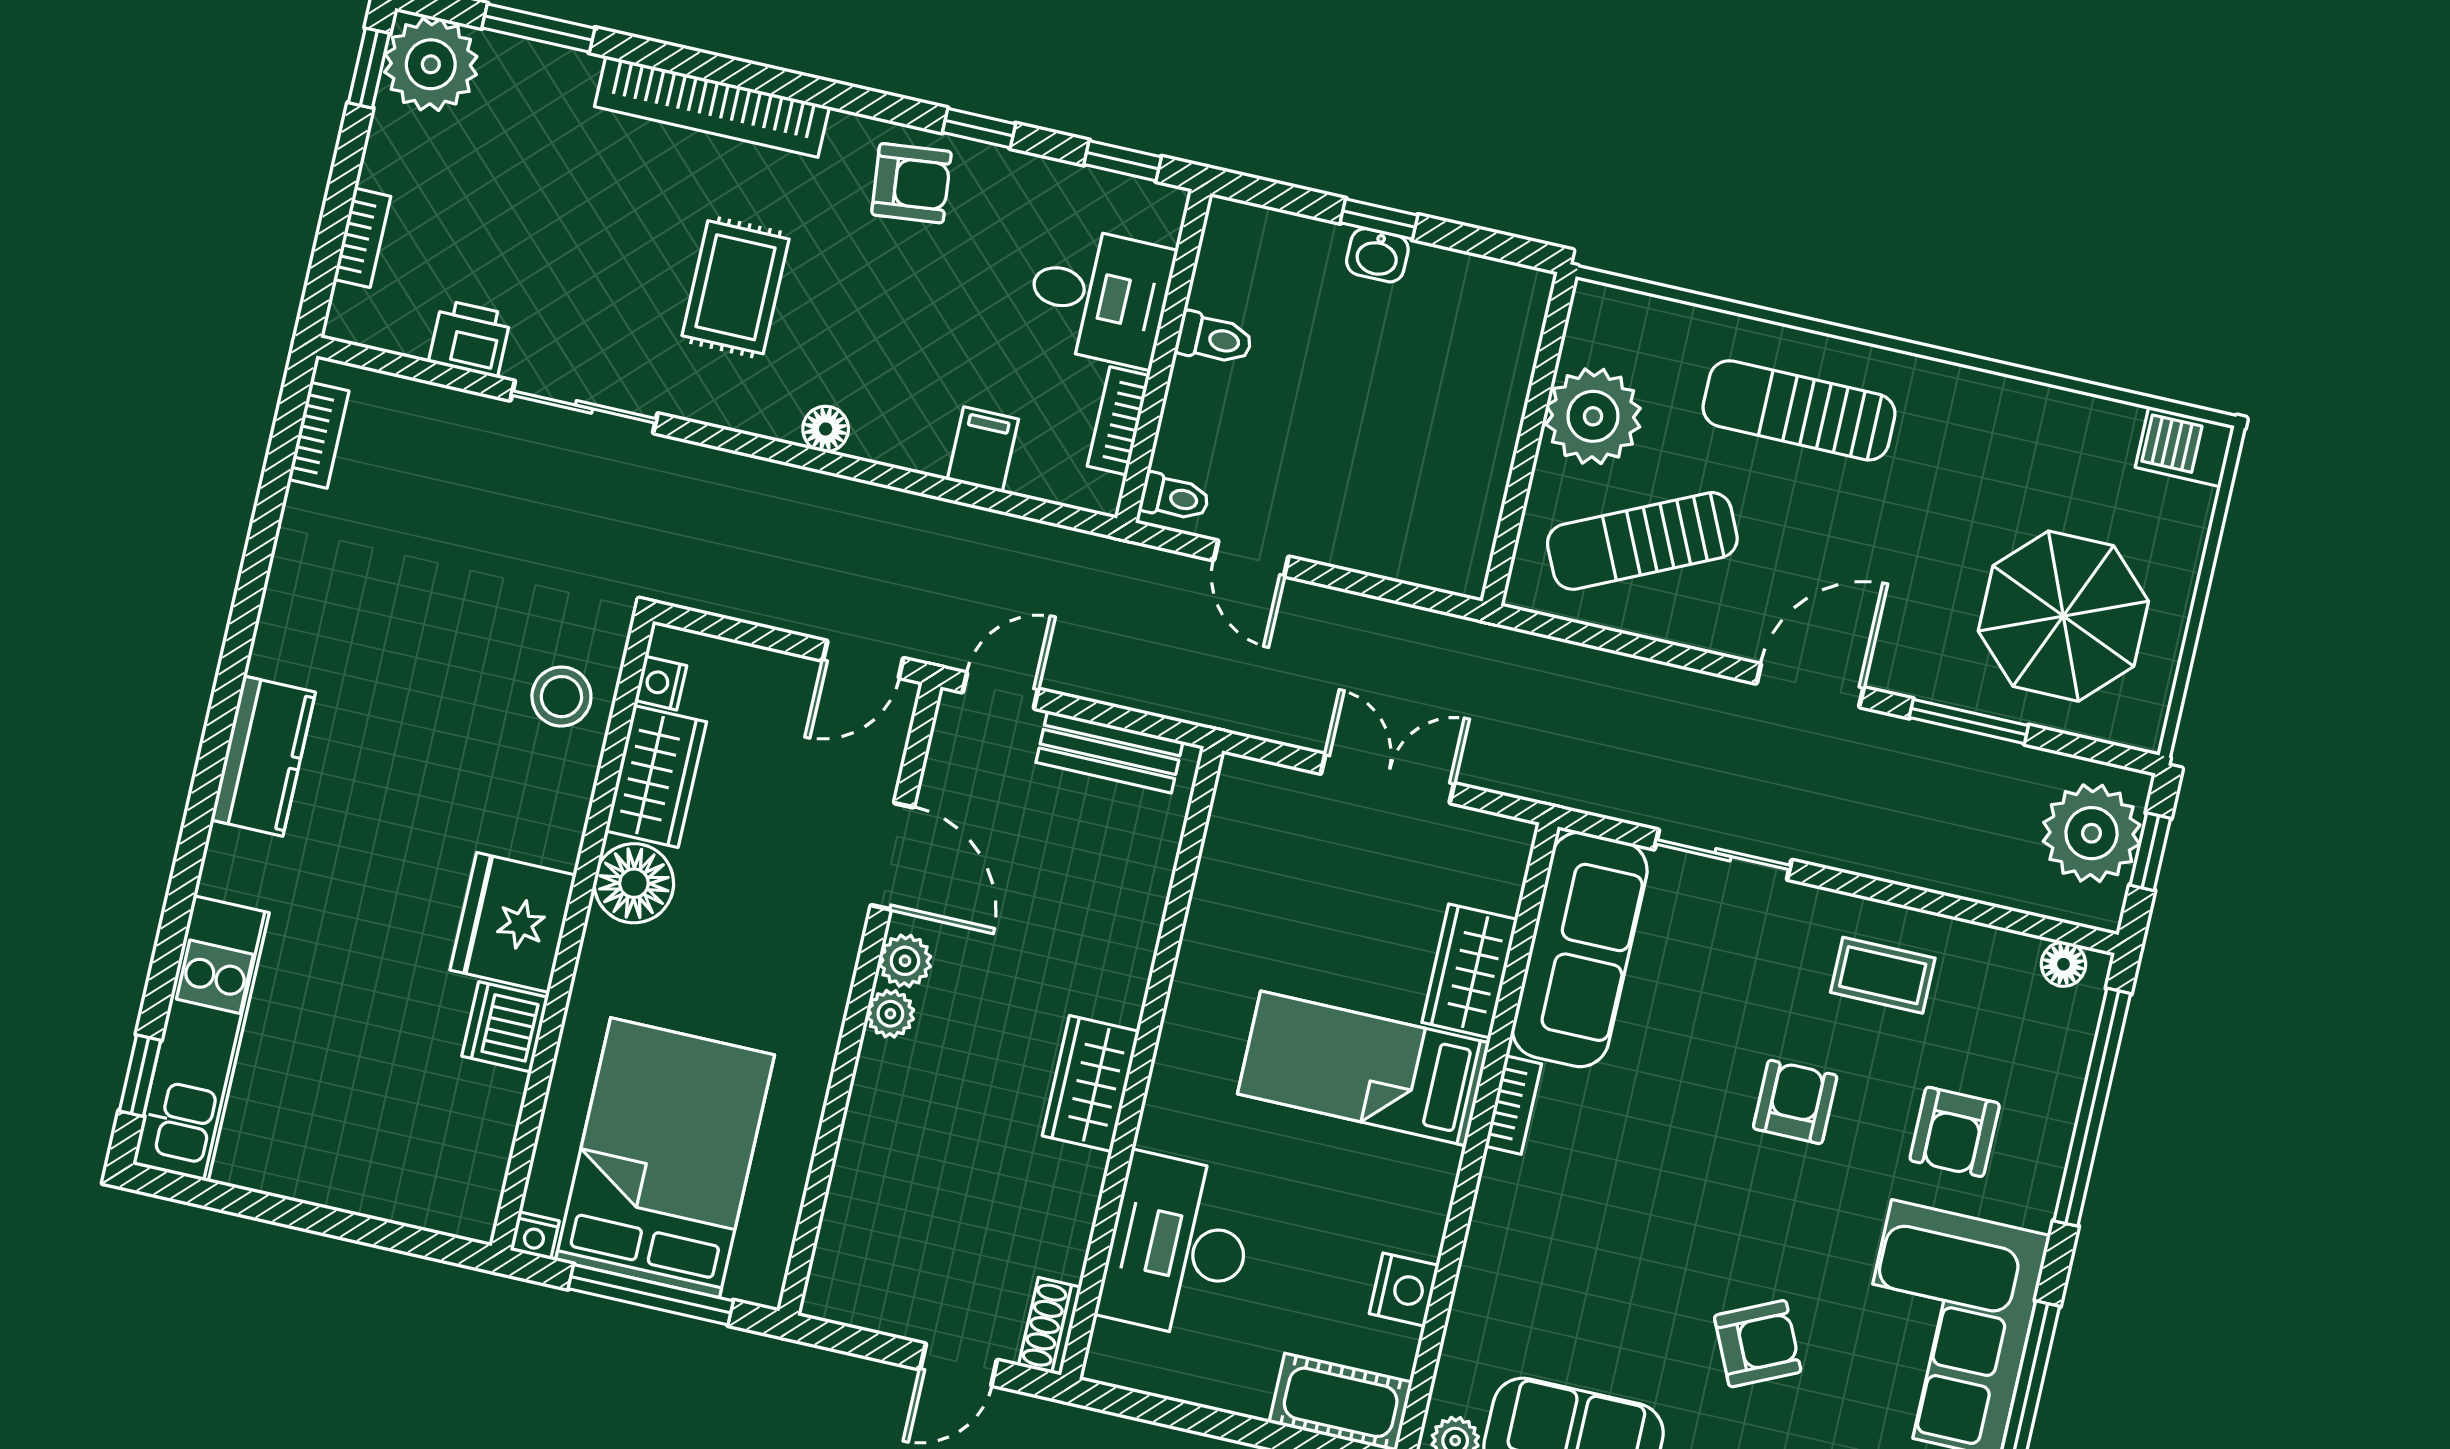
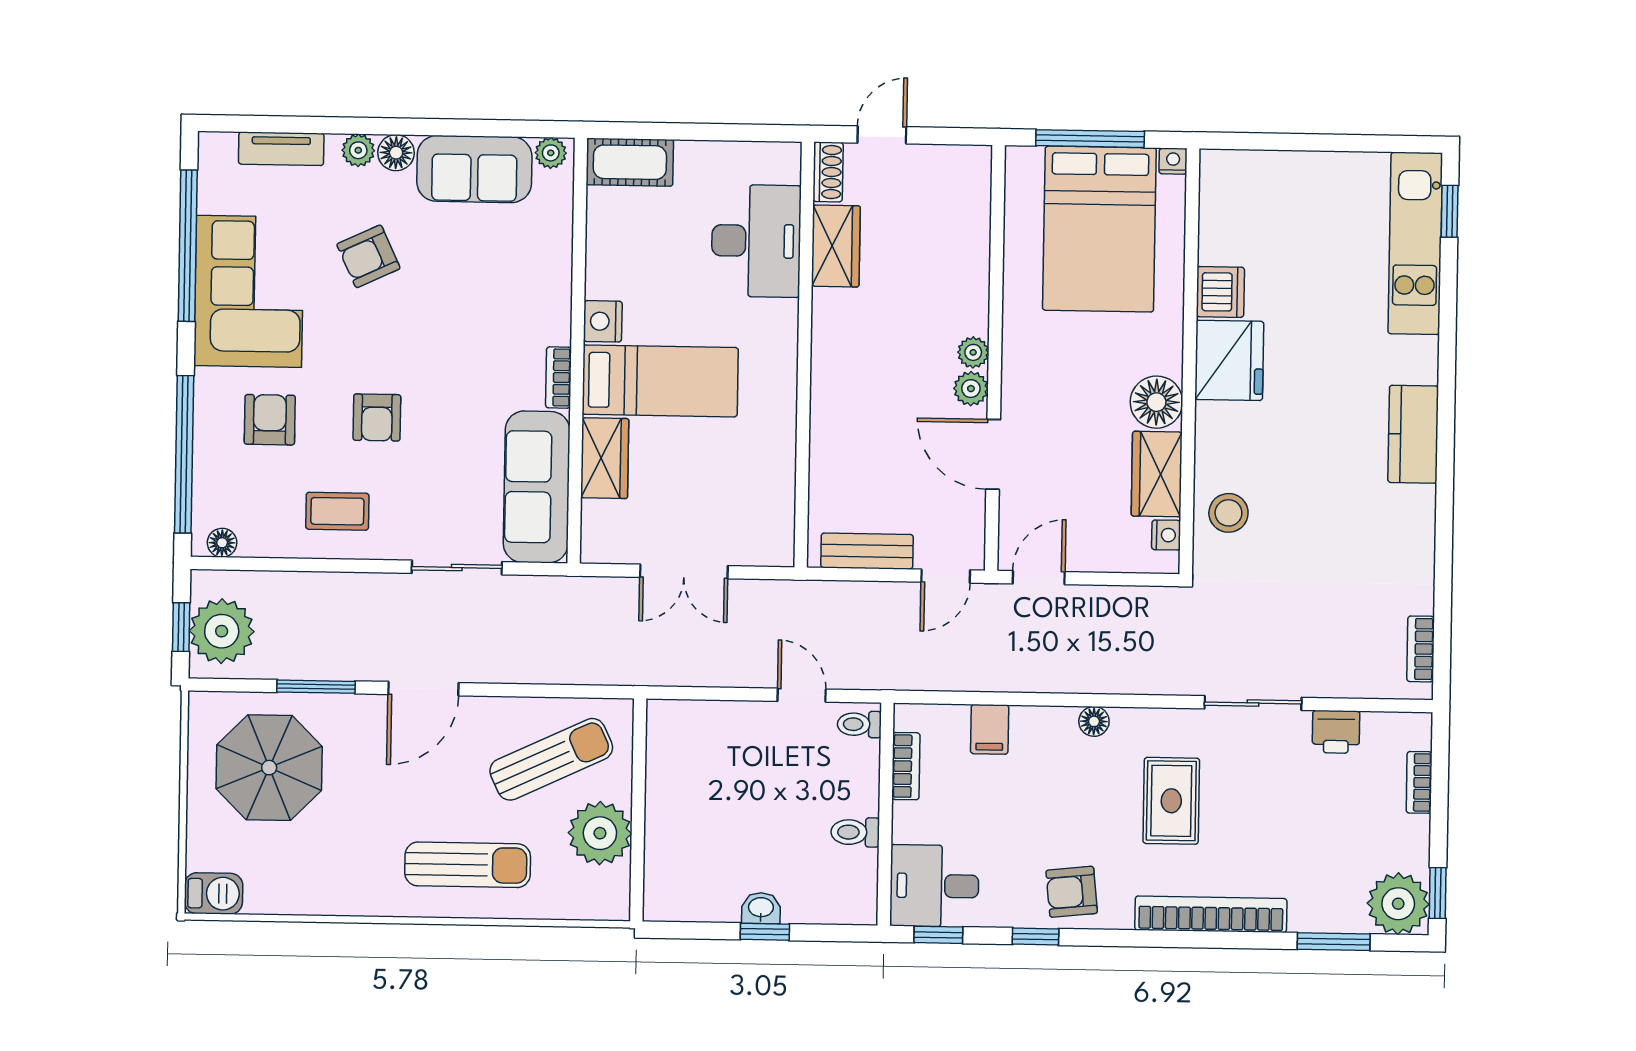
desk: (1099, 296) -> (934, 886), moved
wardrobe: (1091, 1084) -> (836, 246), moved
nightstand: (1404, 1290) -> (603, 321), moved

